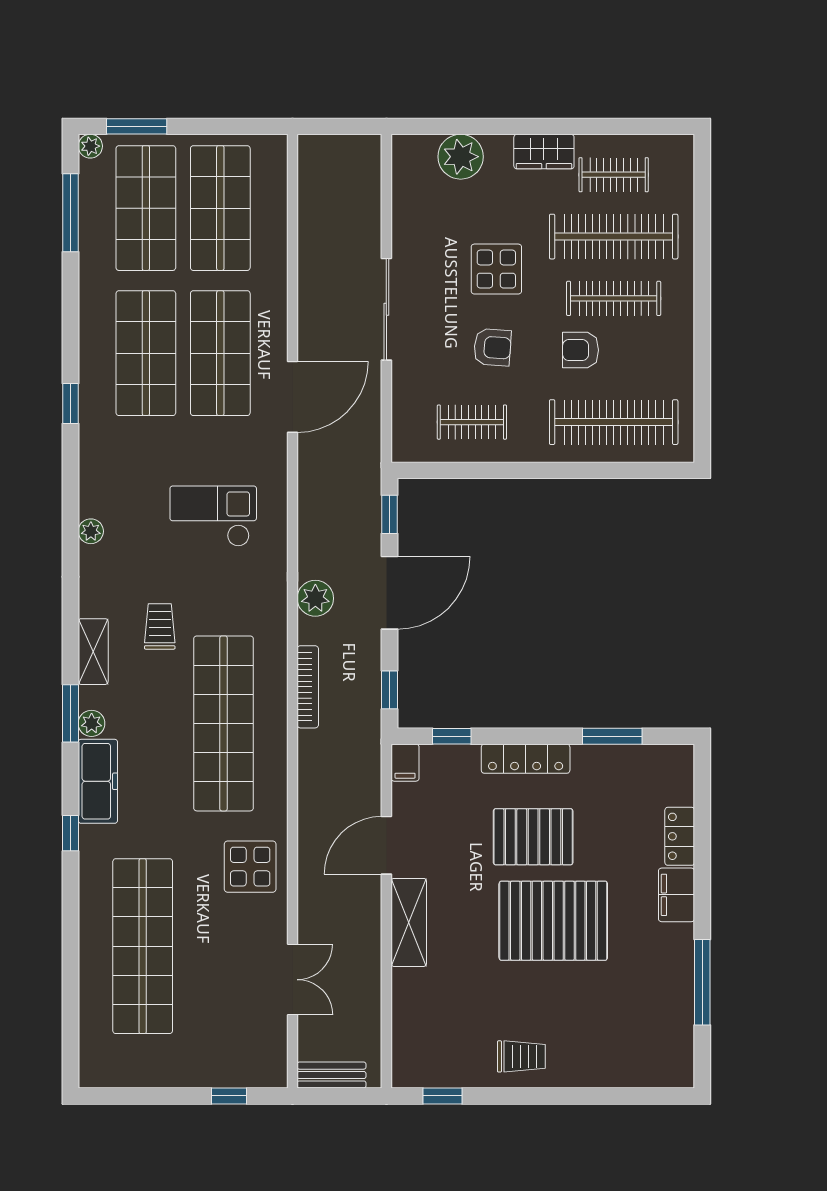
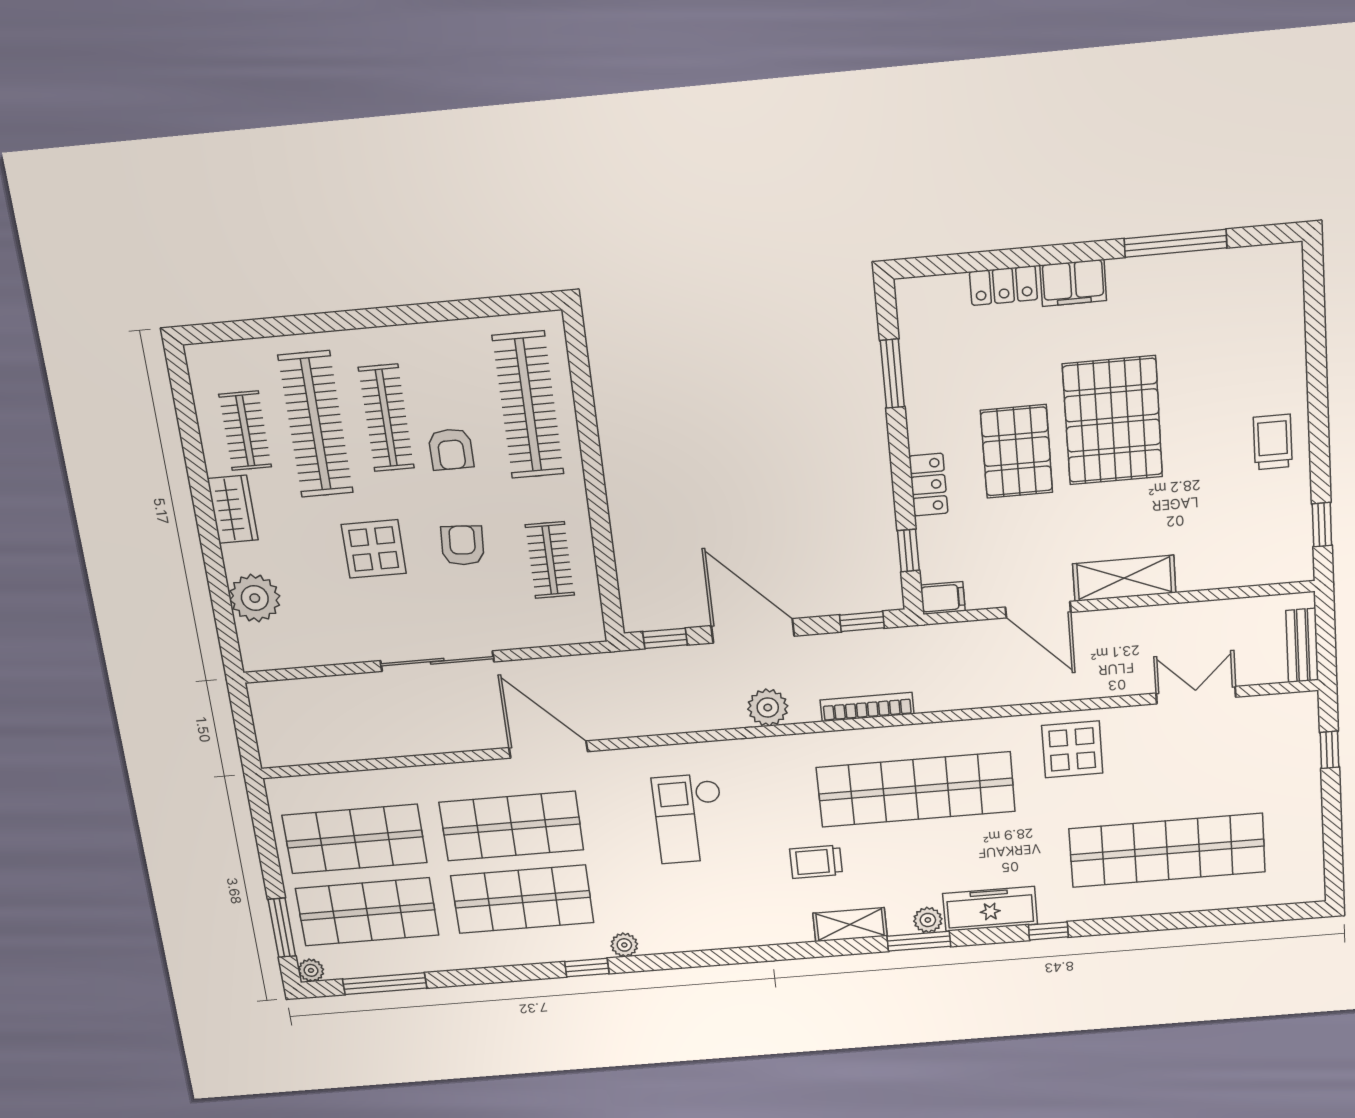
plant: (91, 531) -> (624, 945), moved
locker: (526, 759) -> (928, 485), width x0.66

